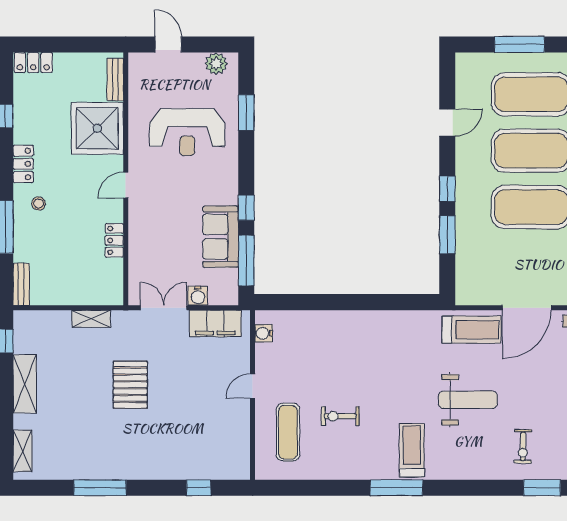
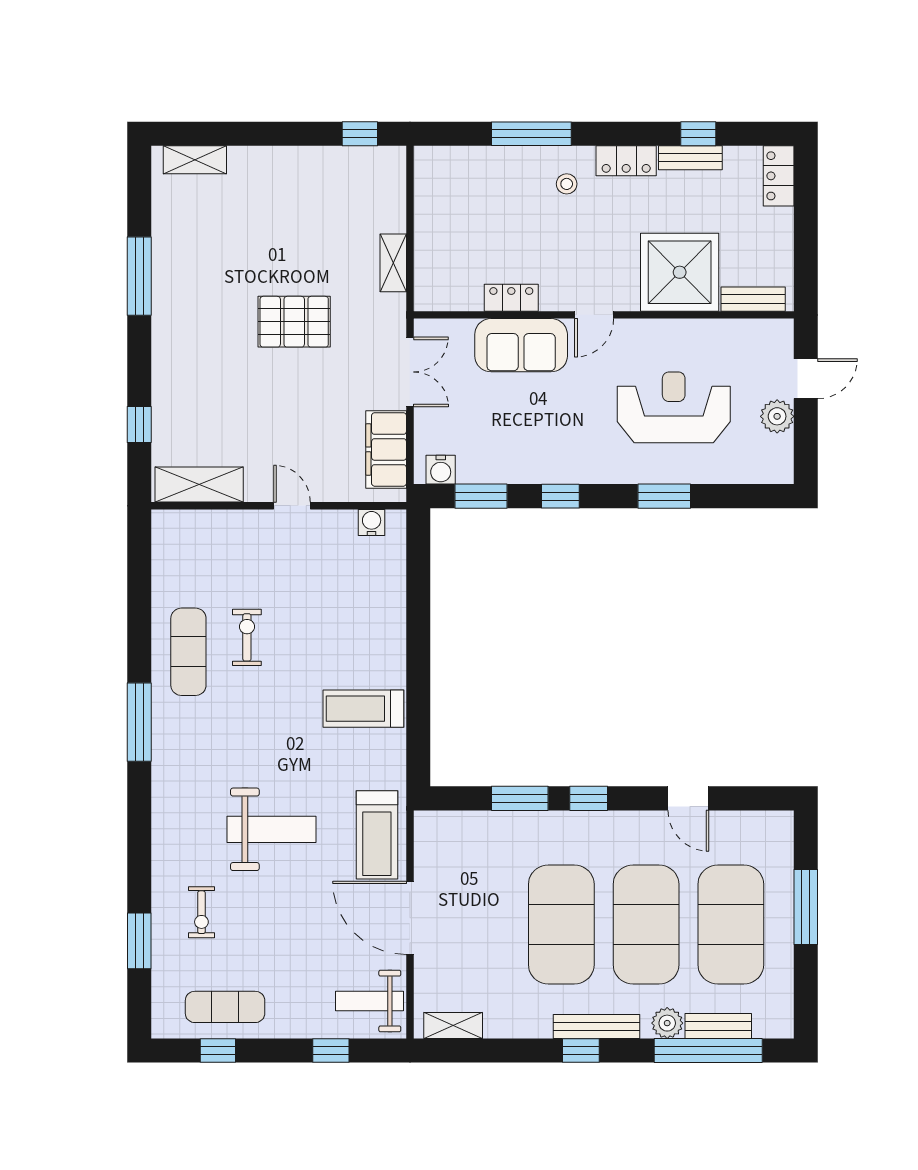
plant: (216, 64) -> (777, 416), moved
window: (246, 113) -> (664, 496), moved
reception desk: (187, 132) -> (674, 407), turned 90
door: (126, 185) -> (594, 315), swing flipped
sofa: (221, 237) -> (521, 345), moved, turned 180
window: (246, 261) -> (481, 496), width x0.69
bench: (21, 284) -> (690, 158), moved
water cooler: (198, 296) -> (441, 470), moved, turned -90
shelving: (25, 384) -> (199, 484), moved
weight bench: (468, 400) -> (271, 829), turned -90
exercise mat: (288, 432) -> (188, 652), moved, turned 90
exercise bike: (523, 446) -> (201, 912), turned -91
treadmill: (412, 450) -> (363, 709), moved, turned 180

